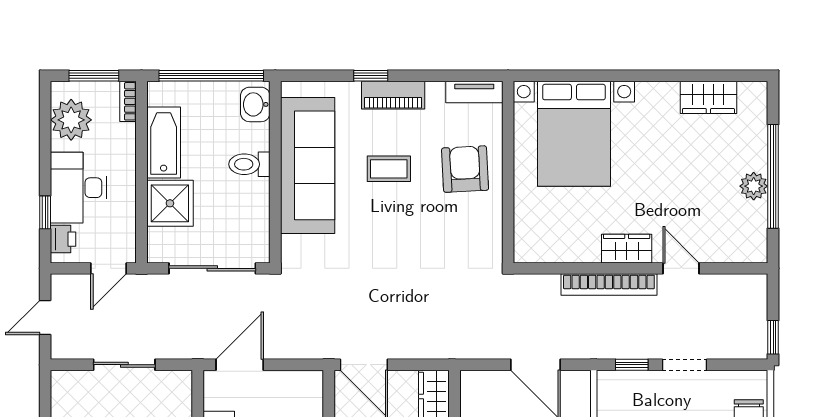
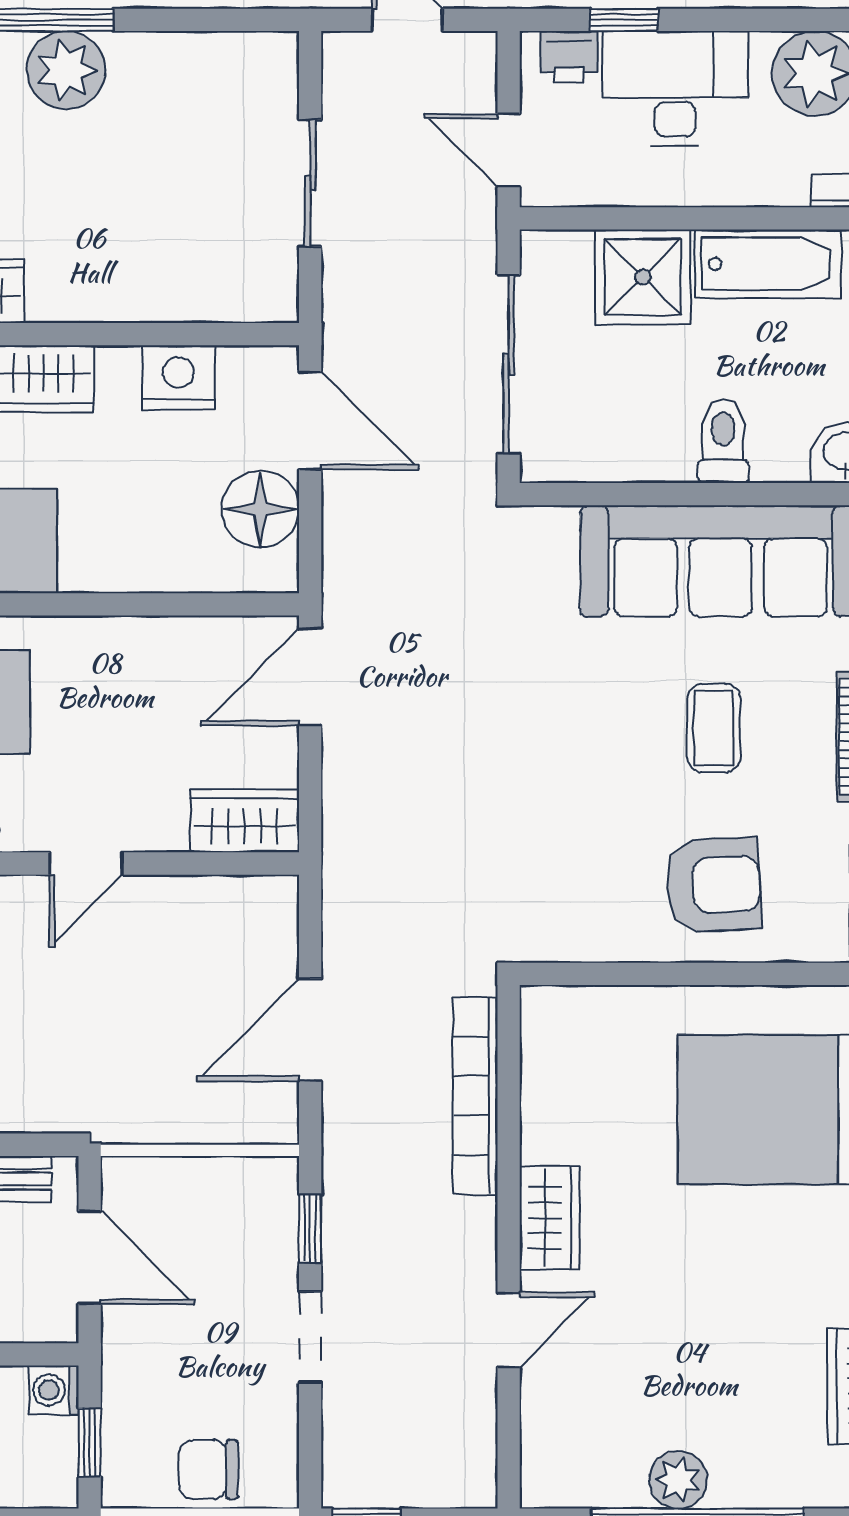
bookcase: (609, 285) -> (475, 1096), moved
floor lamp: (283, 389) -> (260, 509), added

